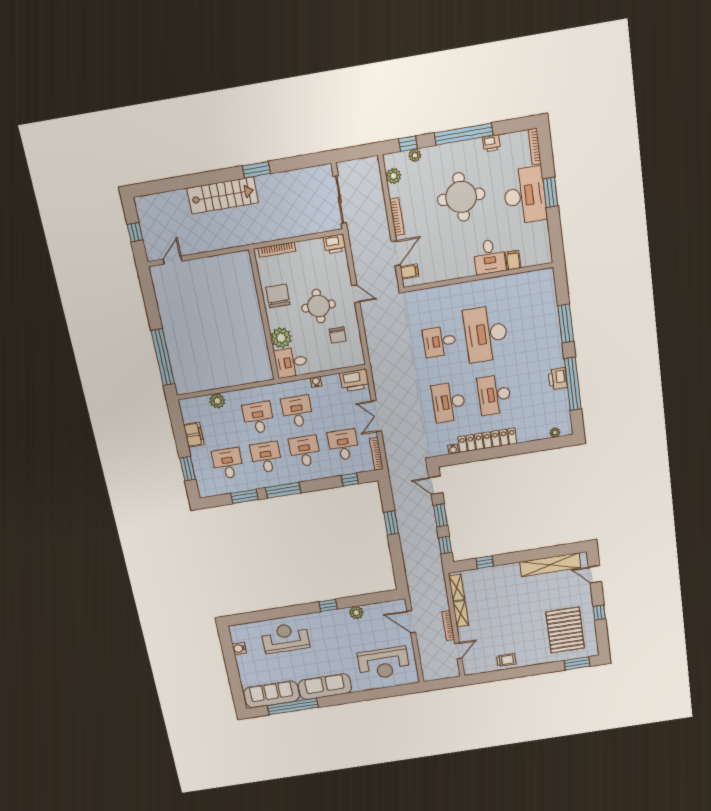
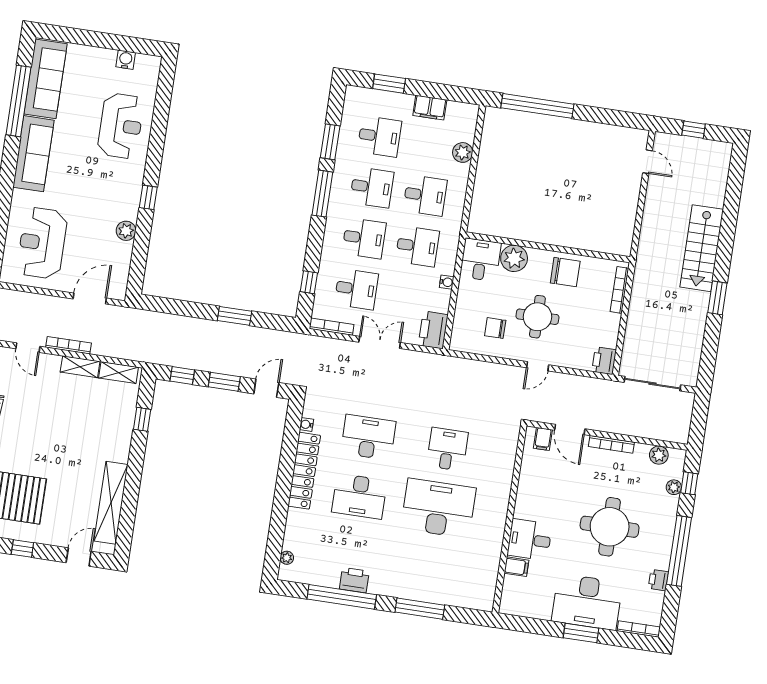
desk: (494, 395) -> (359, 496), turned 180

